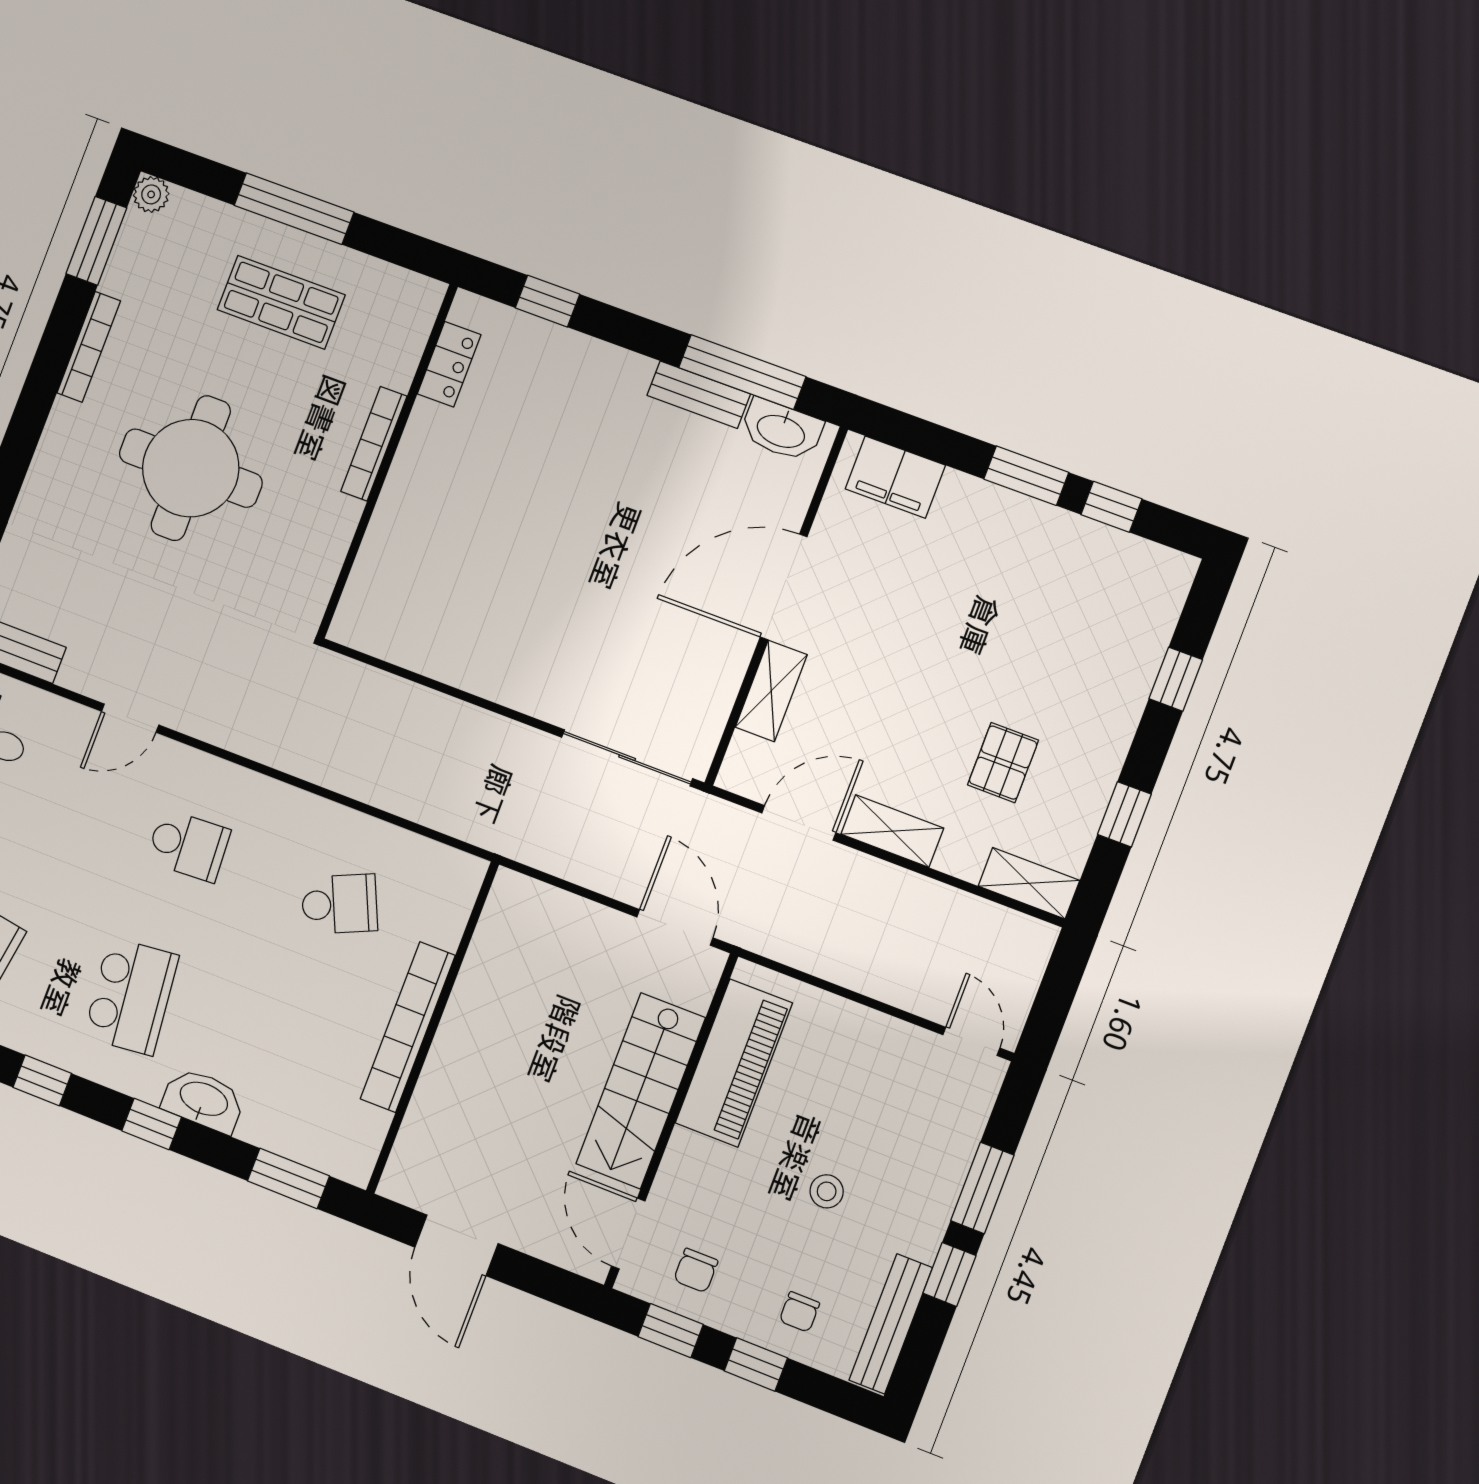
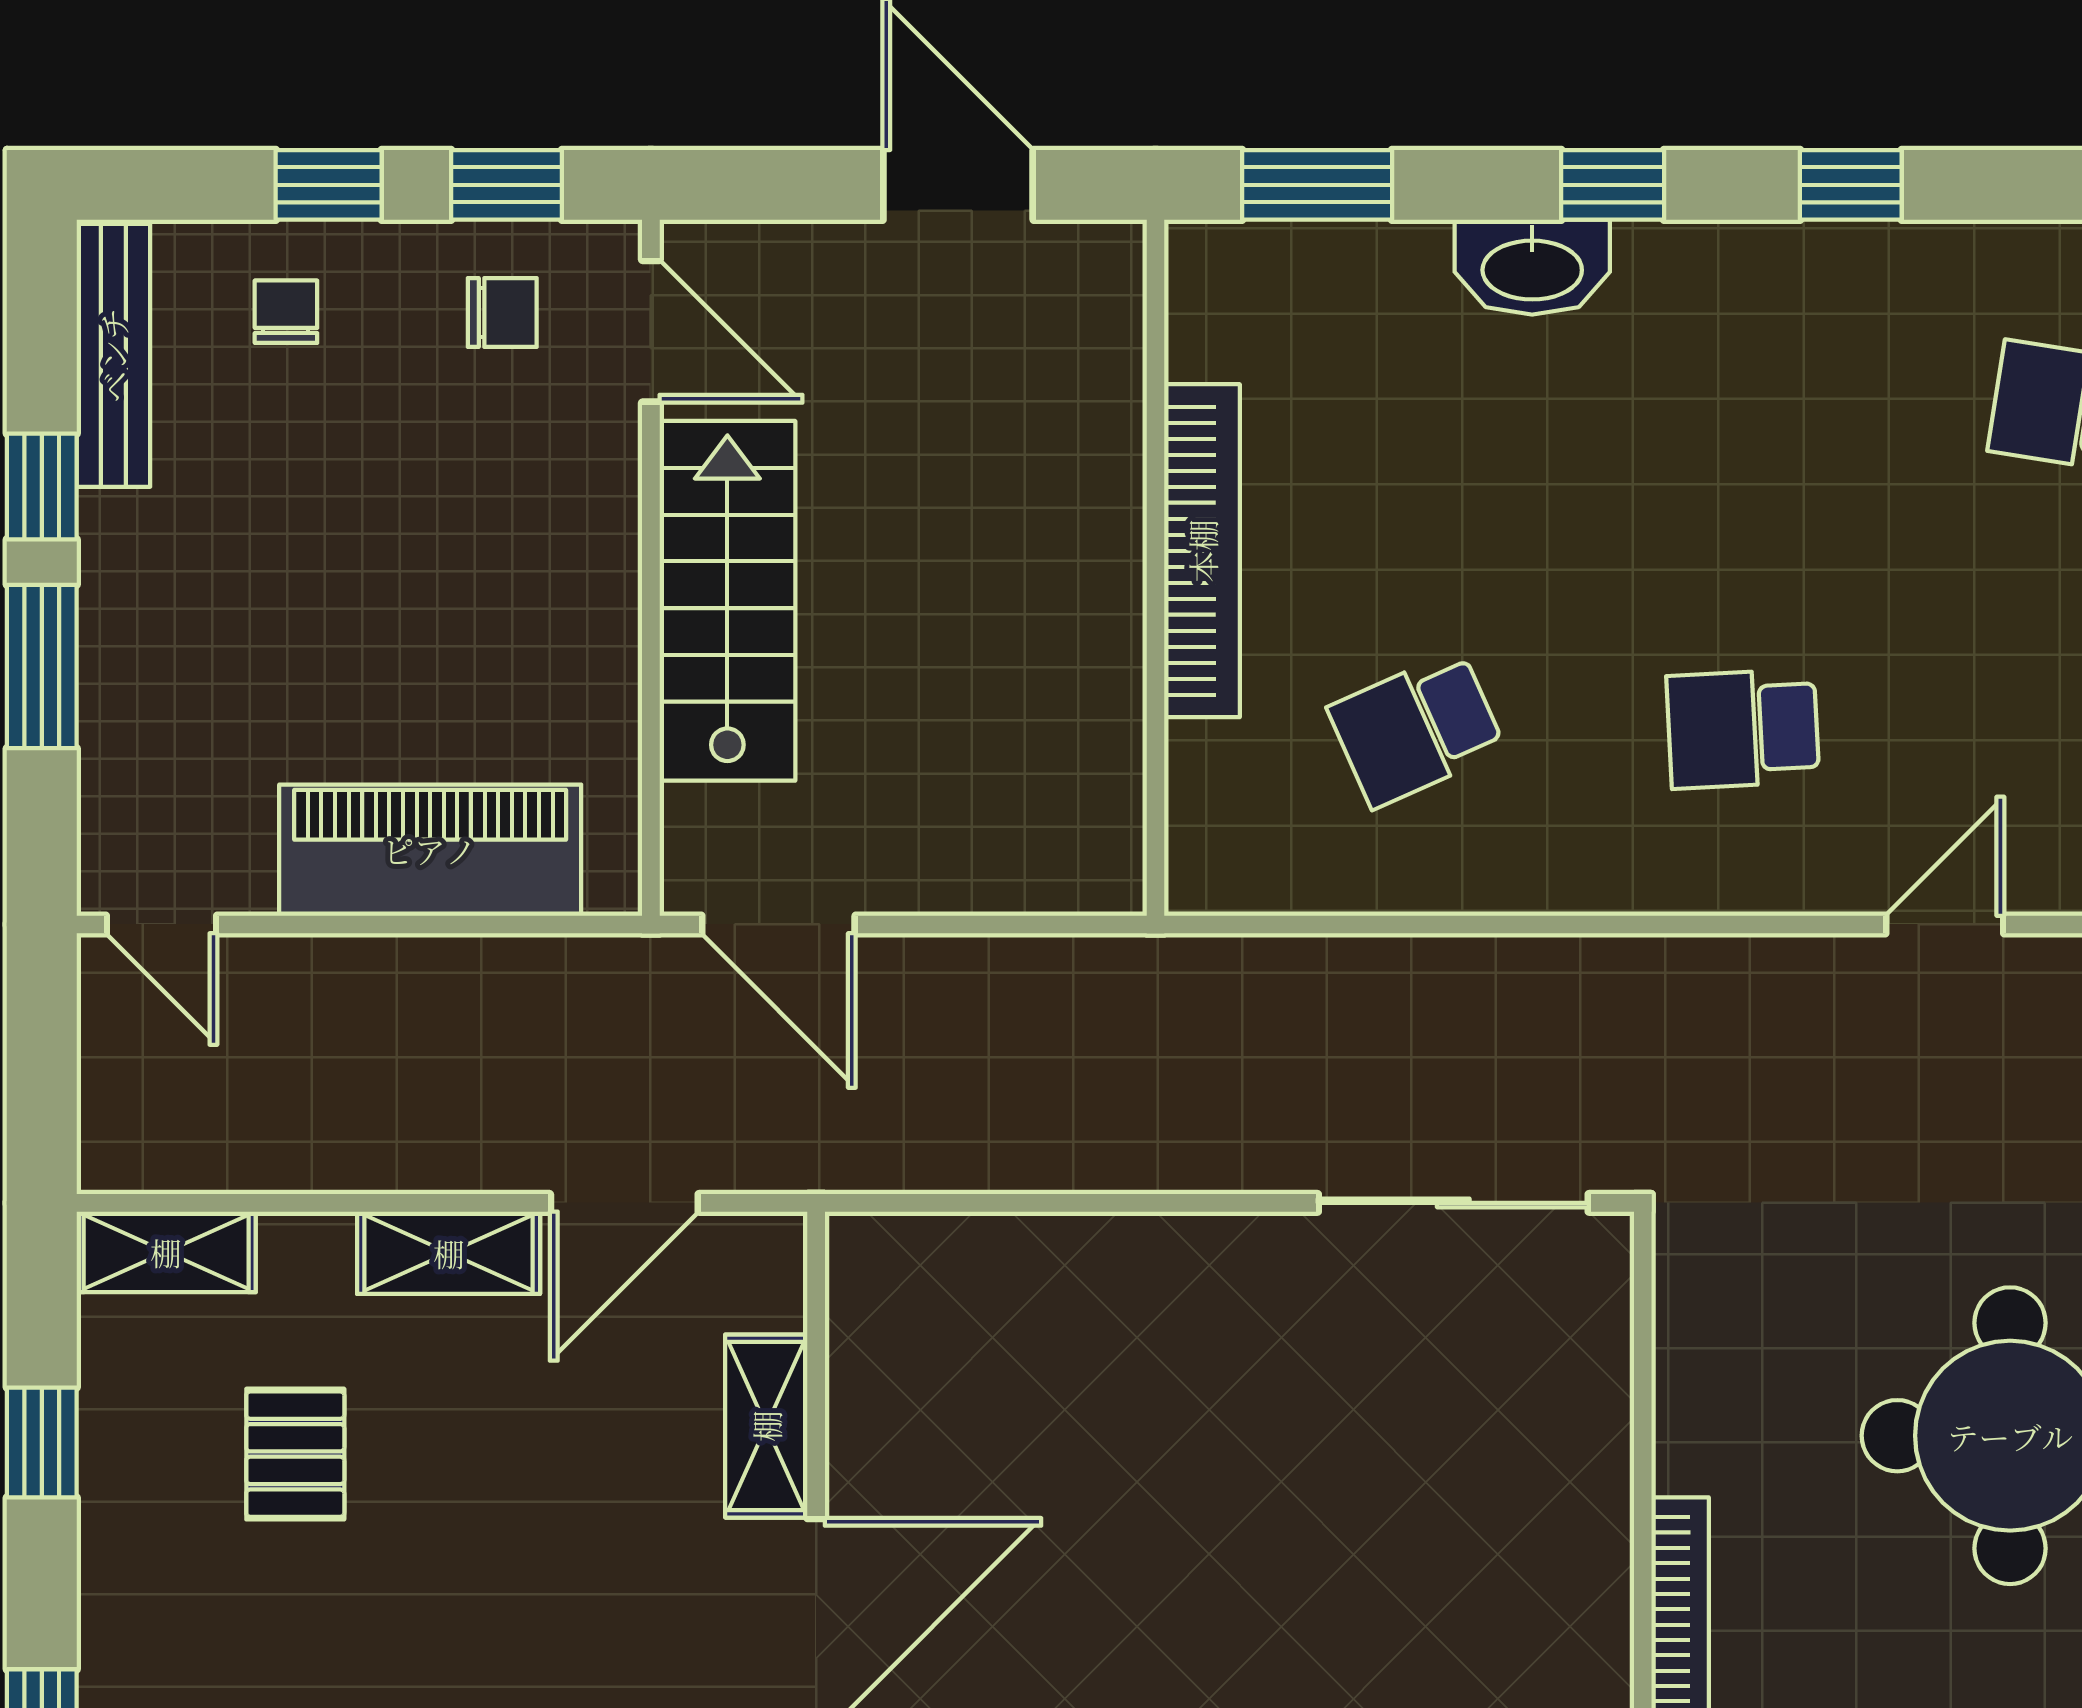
sliding door: (627, 758) -> (1453, 1203), moved
school desk: (131, 996) -> (1743, 407), removed
piano: (734, 1063) -> (430, 850), moved, turned 90
stool: (827, 1191) -> (320, 550), removed
chair: (696, 1270) -> (502, 312), turned 90

